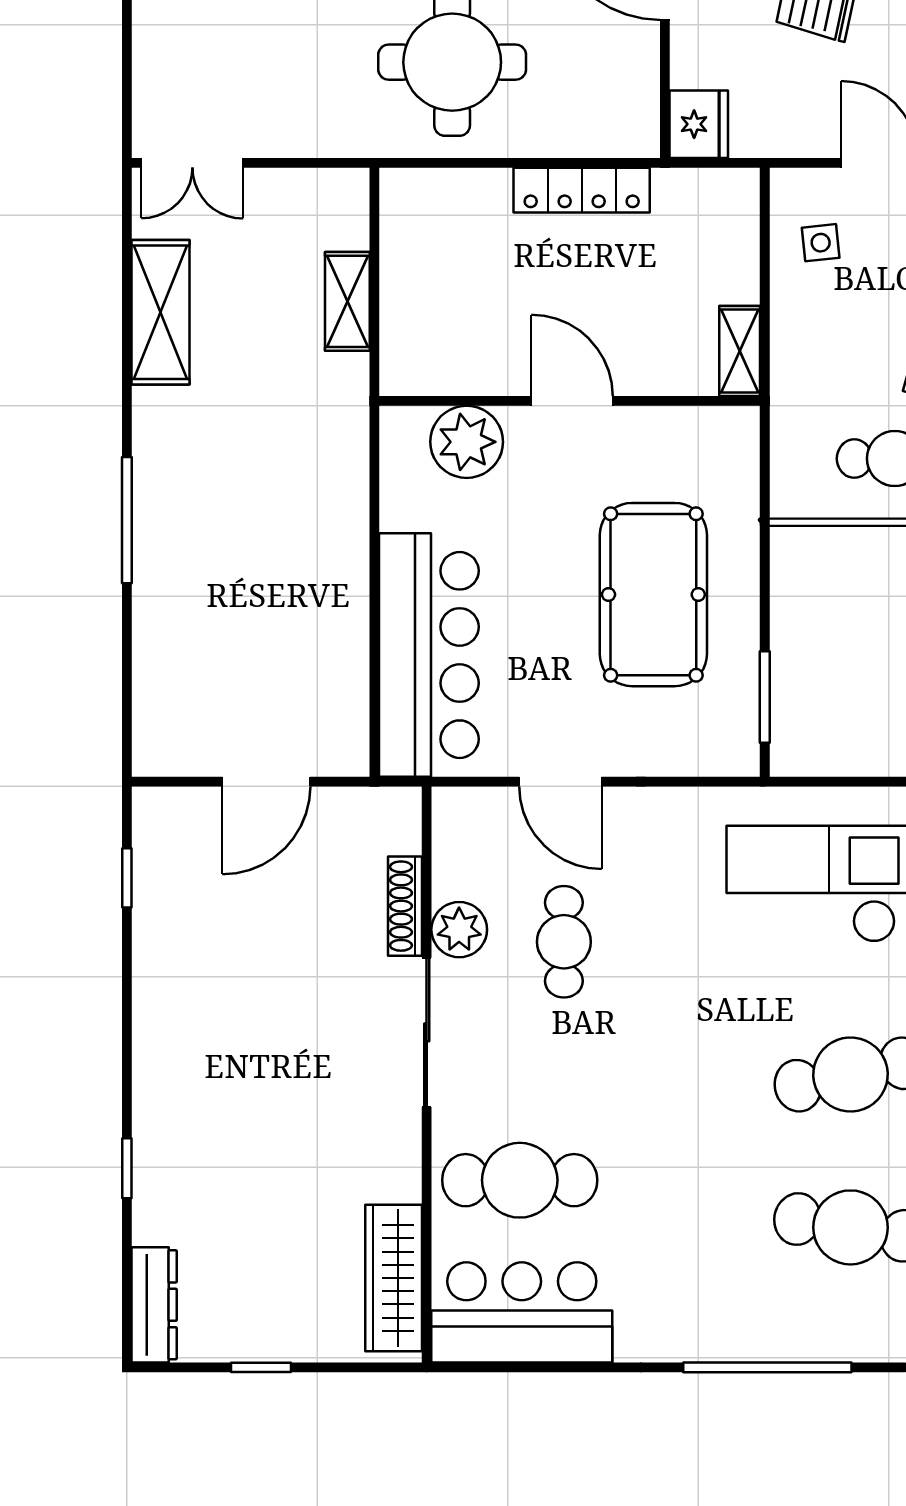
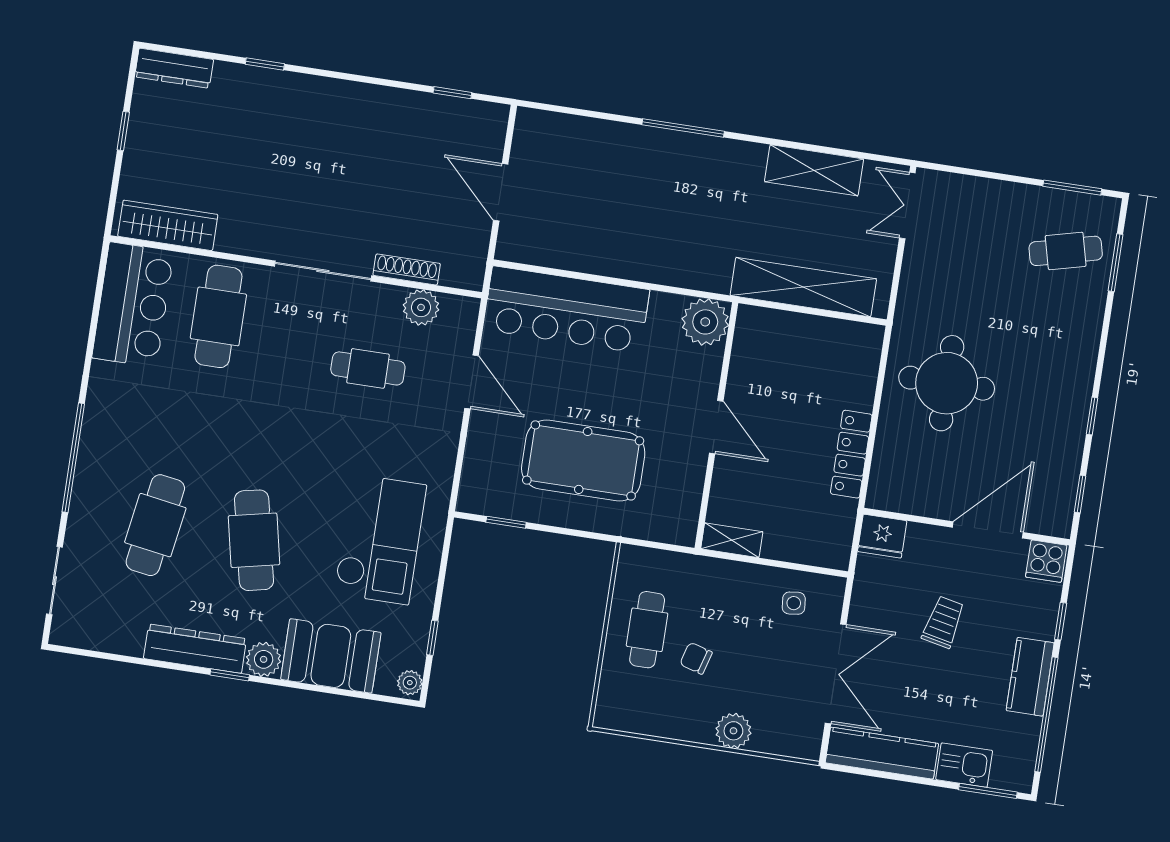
shelving: (347, 301) -> (803, 287), width x2.20, depth x1.33
door: (572, 401) -> (716, 427), hinge flipped
plant: (467, 442) -> (705, 322), moved
window: (765, 697) -> (506, 522), width x0.67
door: (560, 782) -> (472, 382), swing flipped
plant: (459, 930) -> (421, 307), moved

